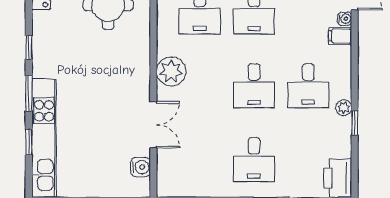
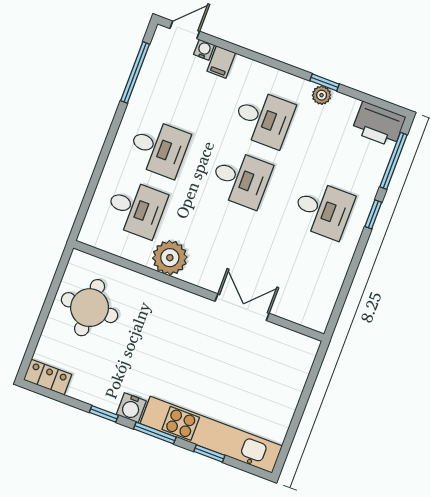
plant: (171, 71) -> (170, 258), moved
plant: (344, 108) -> (322, 95), moved
water cooler: (141, 167) -> (131, 408), moved, turned 180

